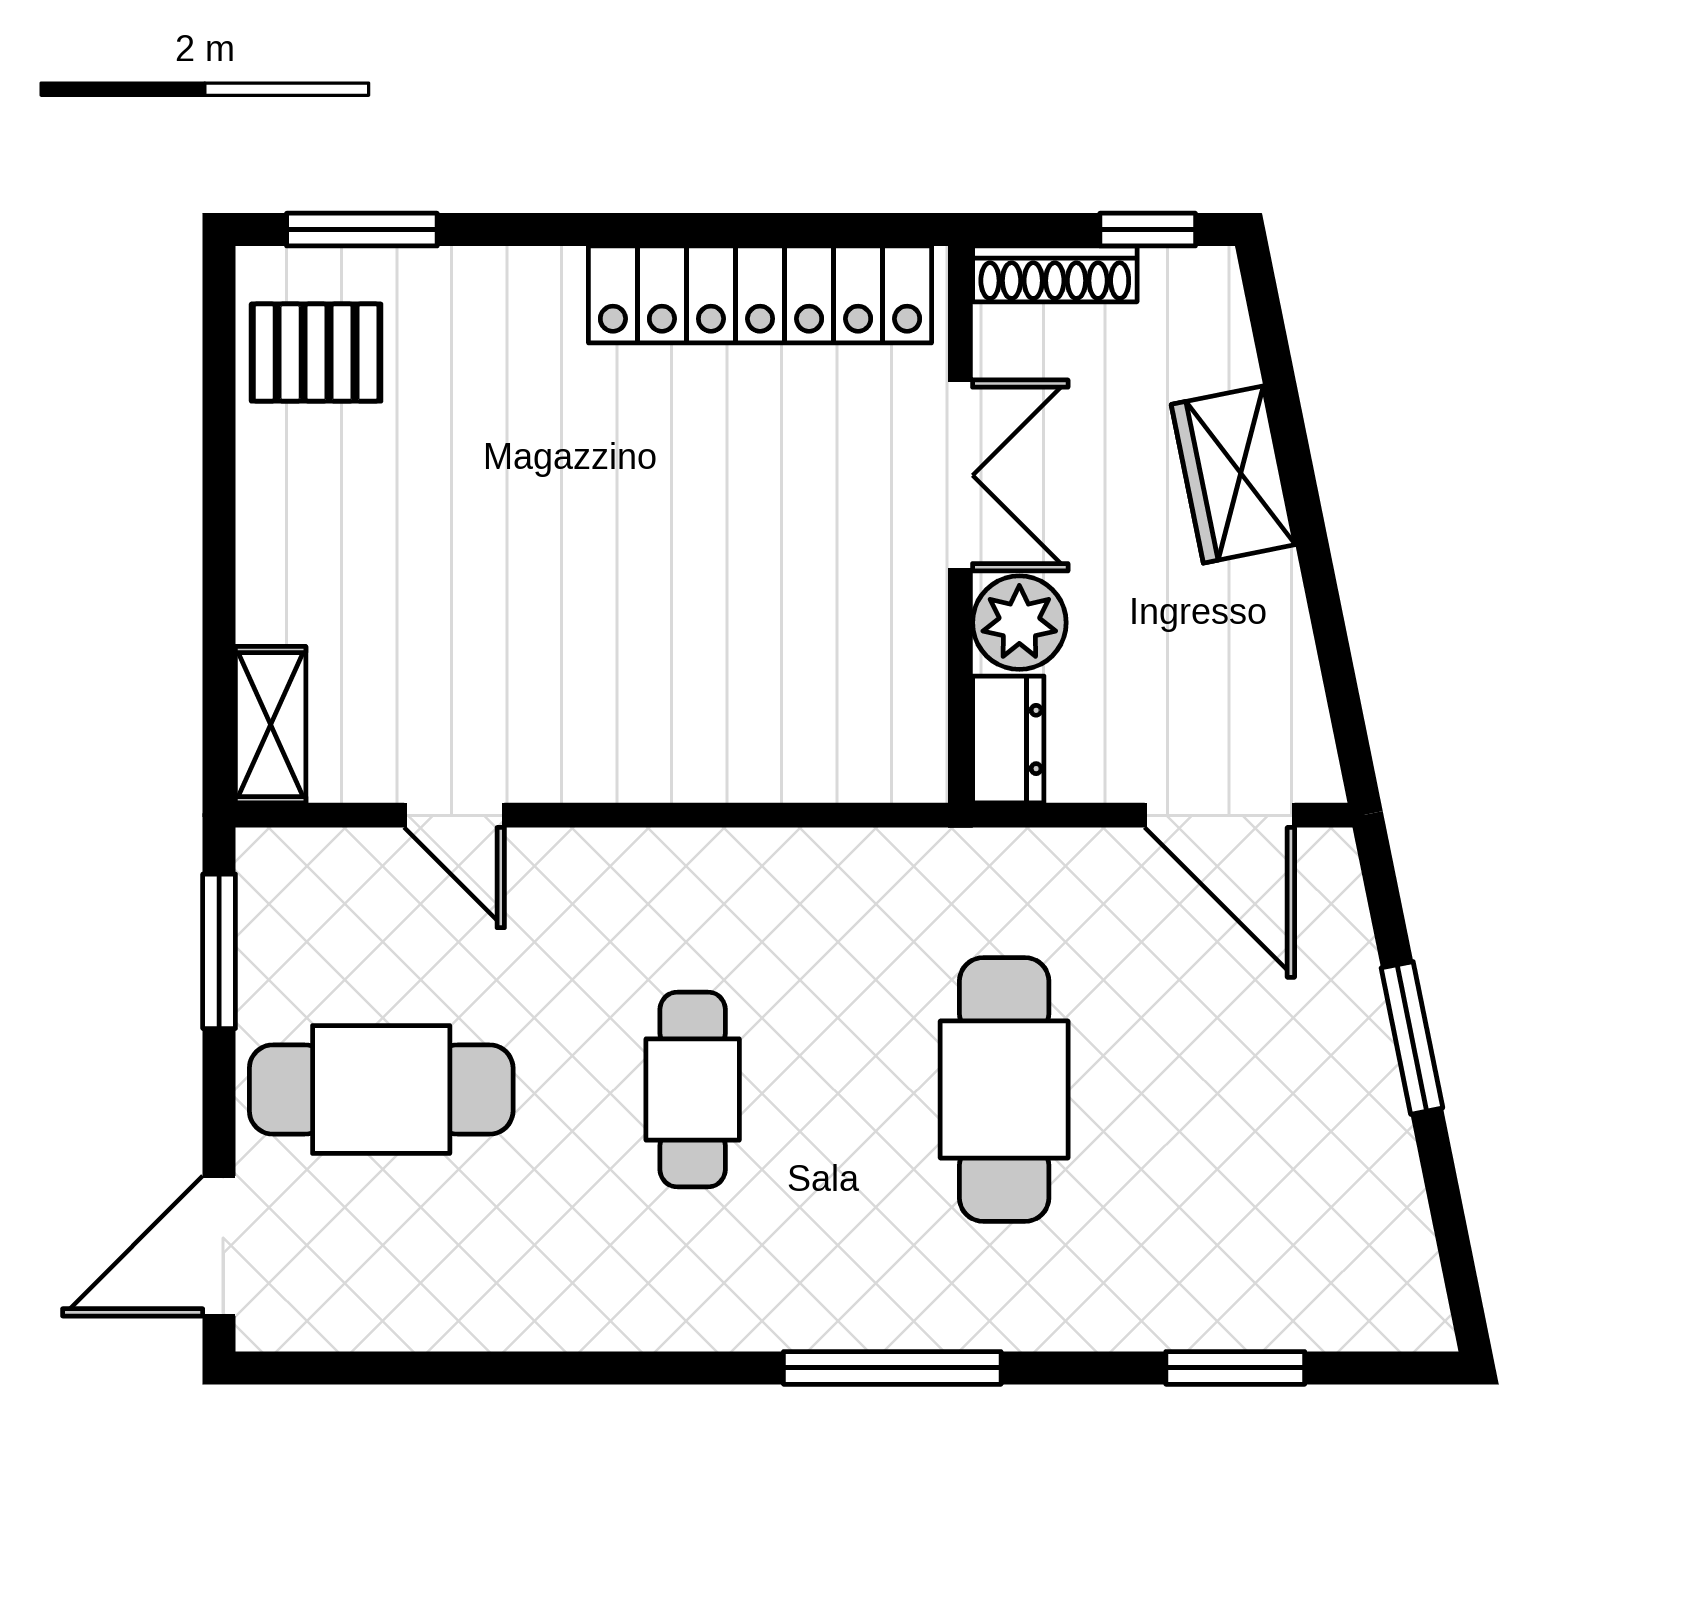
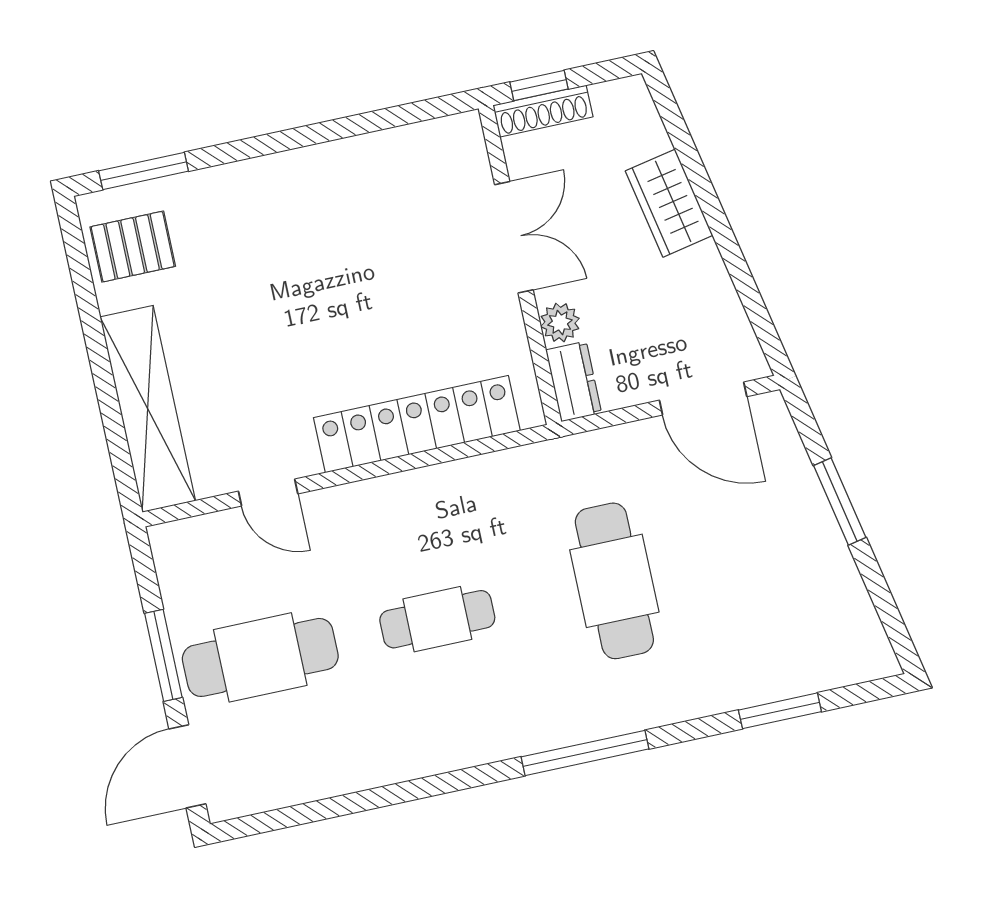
window: (1148, 230) -> (539, 86), moved
locker: (760, 294) -> (417, 424), moved, turned 180
plant: (1019, 623) -> (560, 323), width x0.73, depth x0.73
shelving: (271, 725) -> (148, 409), width x2.20, depth x1.33
window: (219, 951) -> (163, 655), moved
cafe table: (693, 1089) -> (437, 619), turned 90

